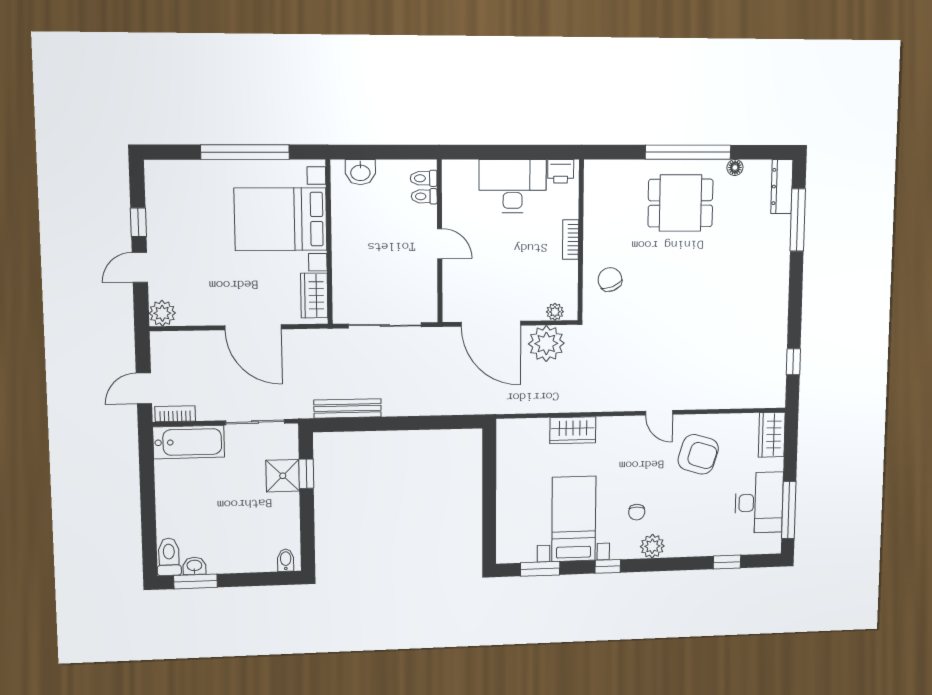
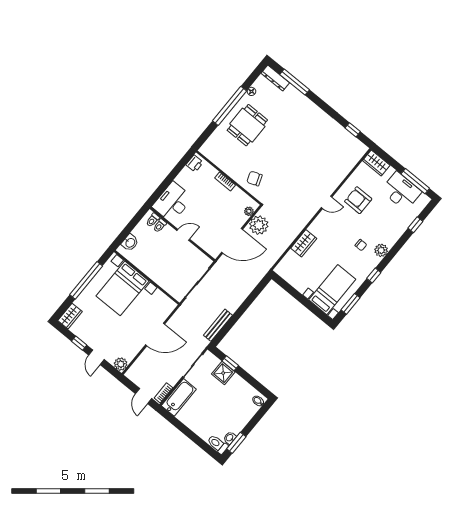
desk: (513, 186) -> (172, 202), moved
wardrobe: (314, 295) -> (70, 316), moved, turned -90
armchair: (698, 454) -> (358, 200), turned -107
bed with nightstands: (574, 519) -> (332, 290), moved, turned 90

